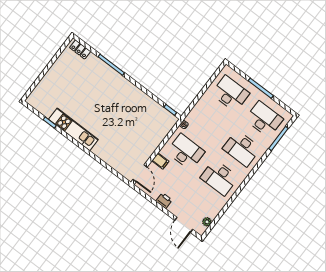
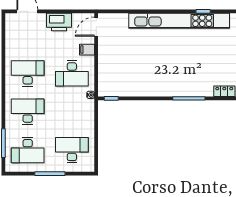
desk: (230, 93) -> (72, 150), turned 180
kitchen unit: (73, 129) -> (179, 21), width x1.86
door: (140, 173) -> (96, 27), hinge flipped
printer: (164, 201) -> (59, 22), width x1.87, depth x1.48
plant: (207, 222) -> (10, 29), removed

